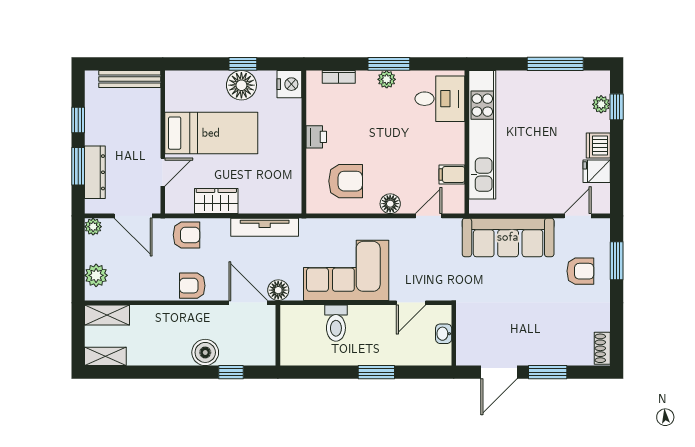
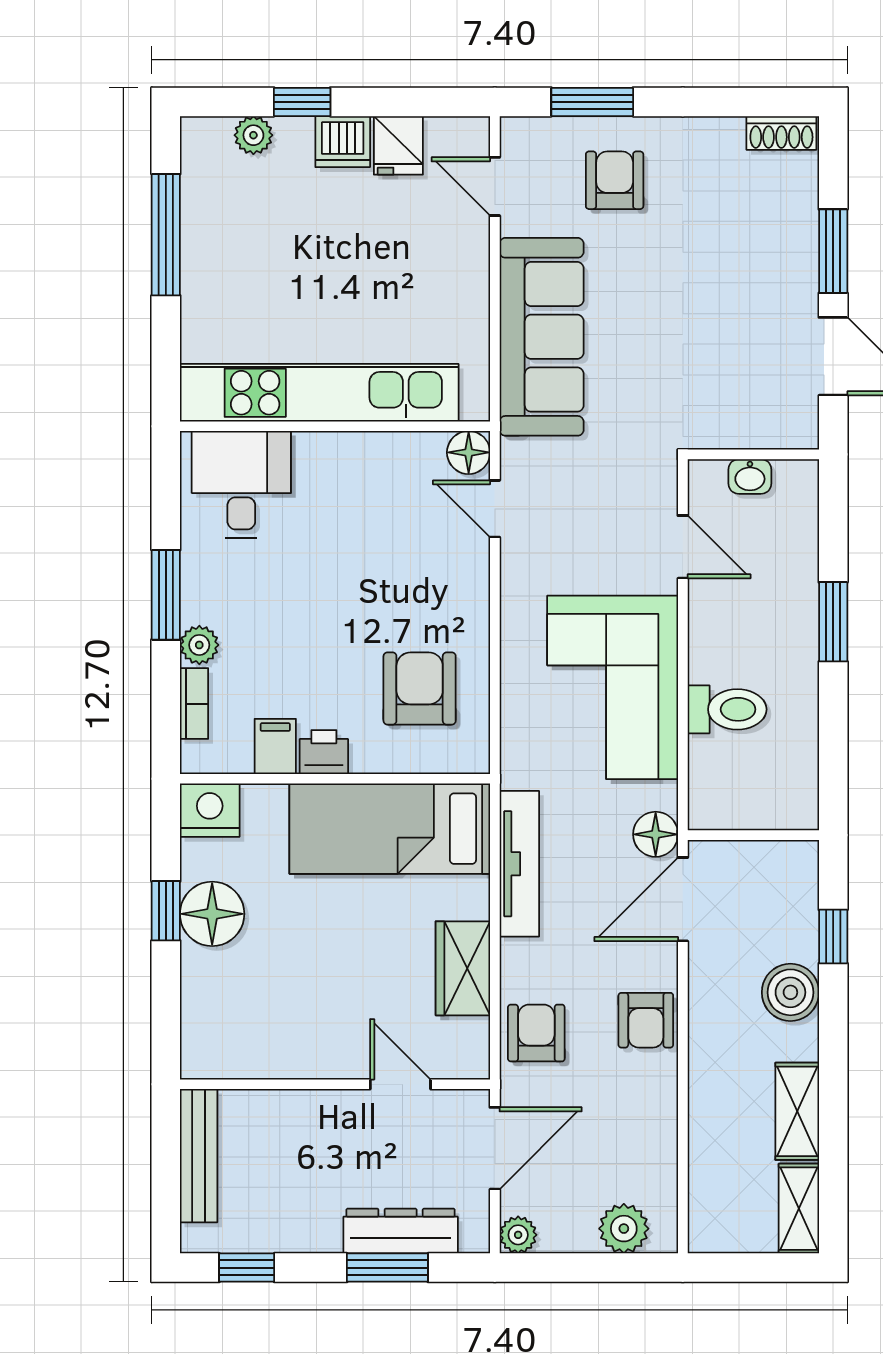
plant: (387, 79) -> (199, 645), moved
window: (617, 107) -> (302, 102), moved
window: (78, 120) -> (247, 1268), moved
bed: (211, 133) -> (390, 829), moved, turned -90
filing cabinet: (452, 174) -> (275, 746), moved, turned 180
floor lamp: (390, 204) -> (469, 452), moved
shelving: (107, 315) -> (797, 1111), moved

